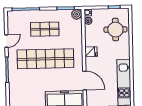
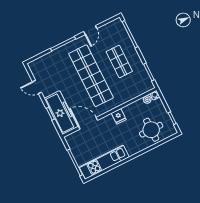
plant: (77, 14) -> (148, 85), removed
door: (6, 41) -> (90, 30), hinge flipped
door: (85, 80) -> (88, 123), swing flipped

